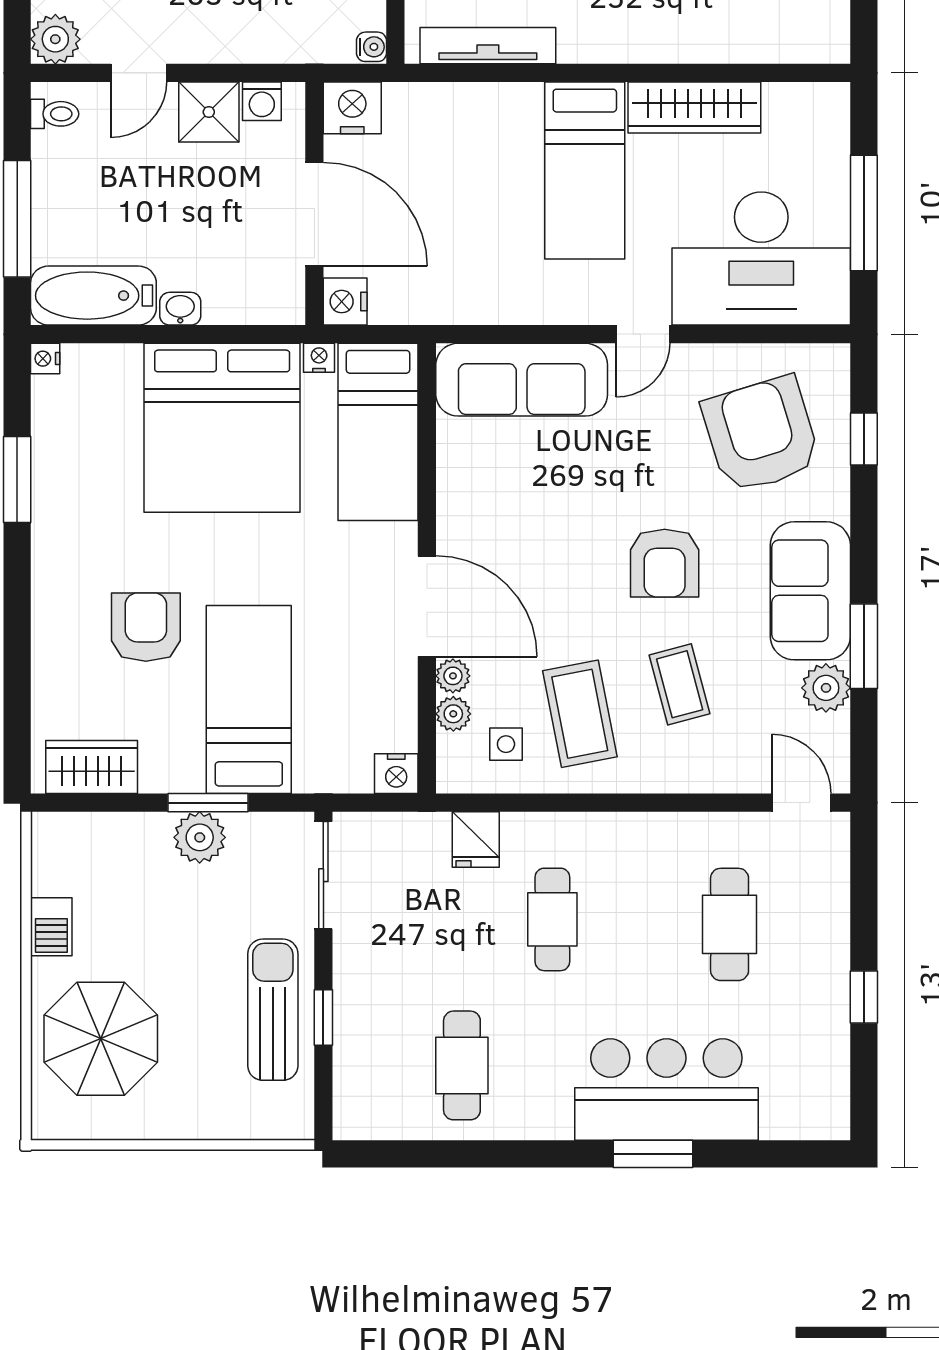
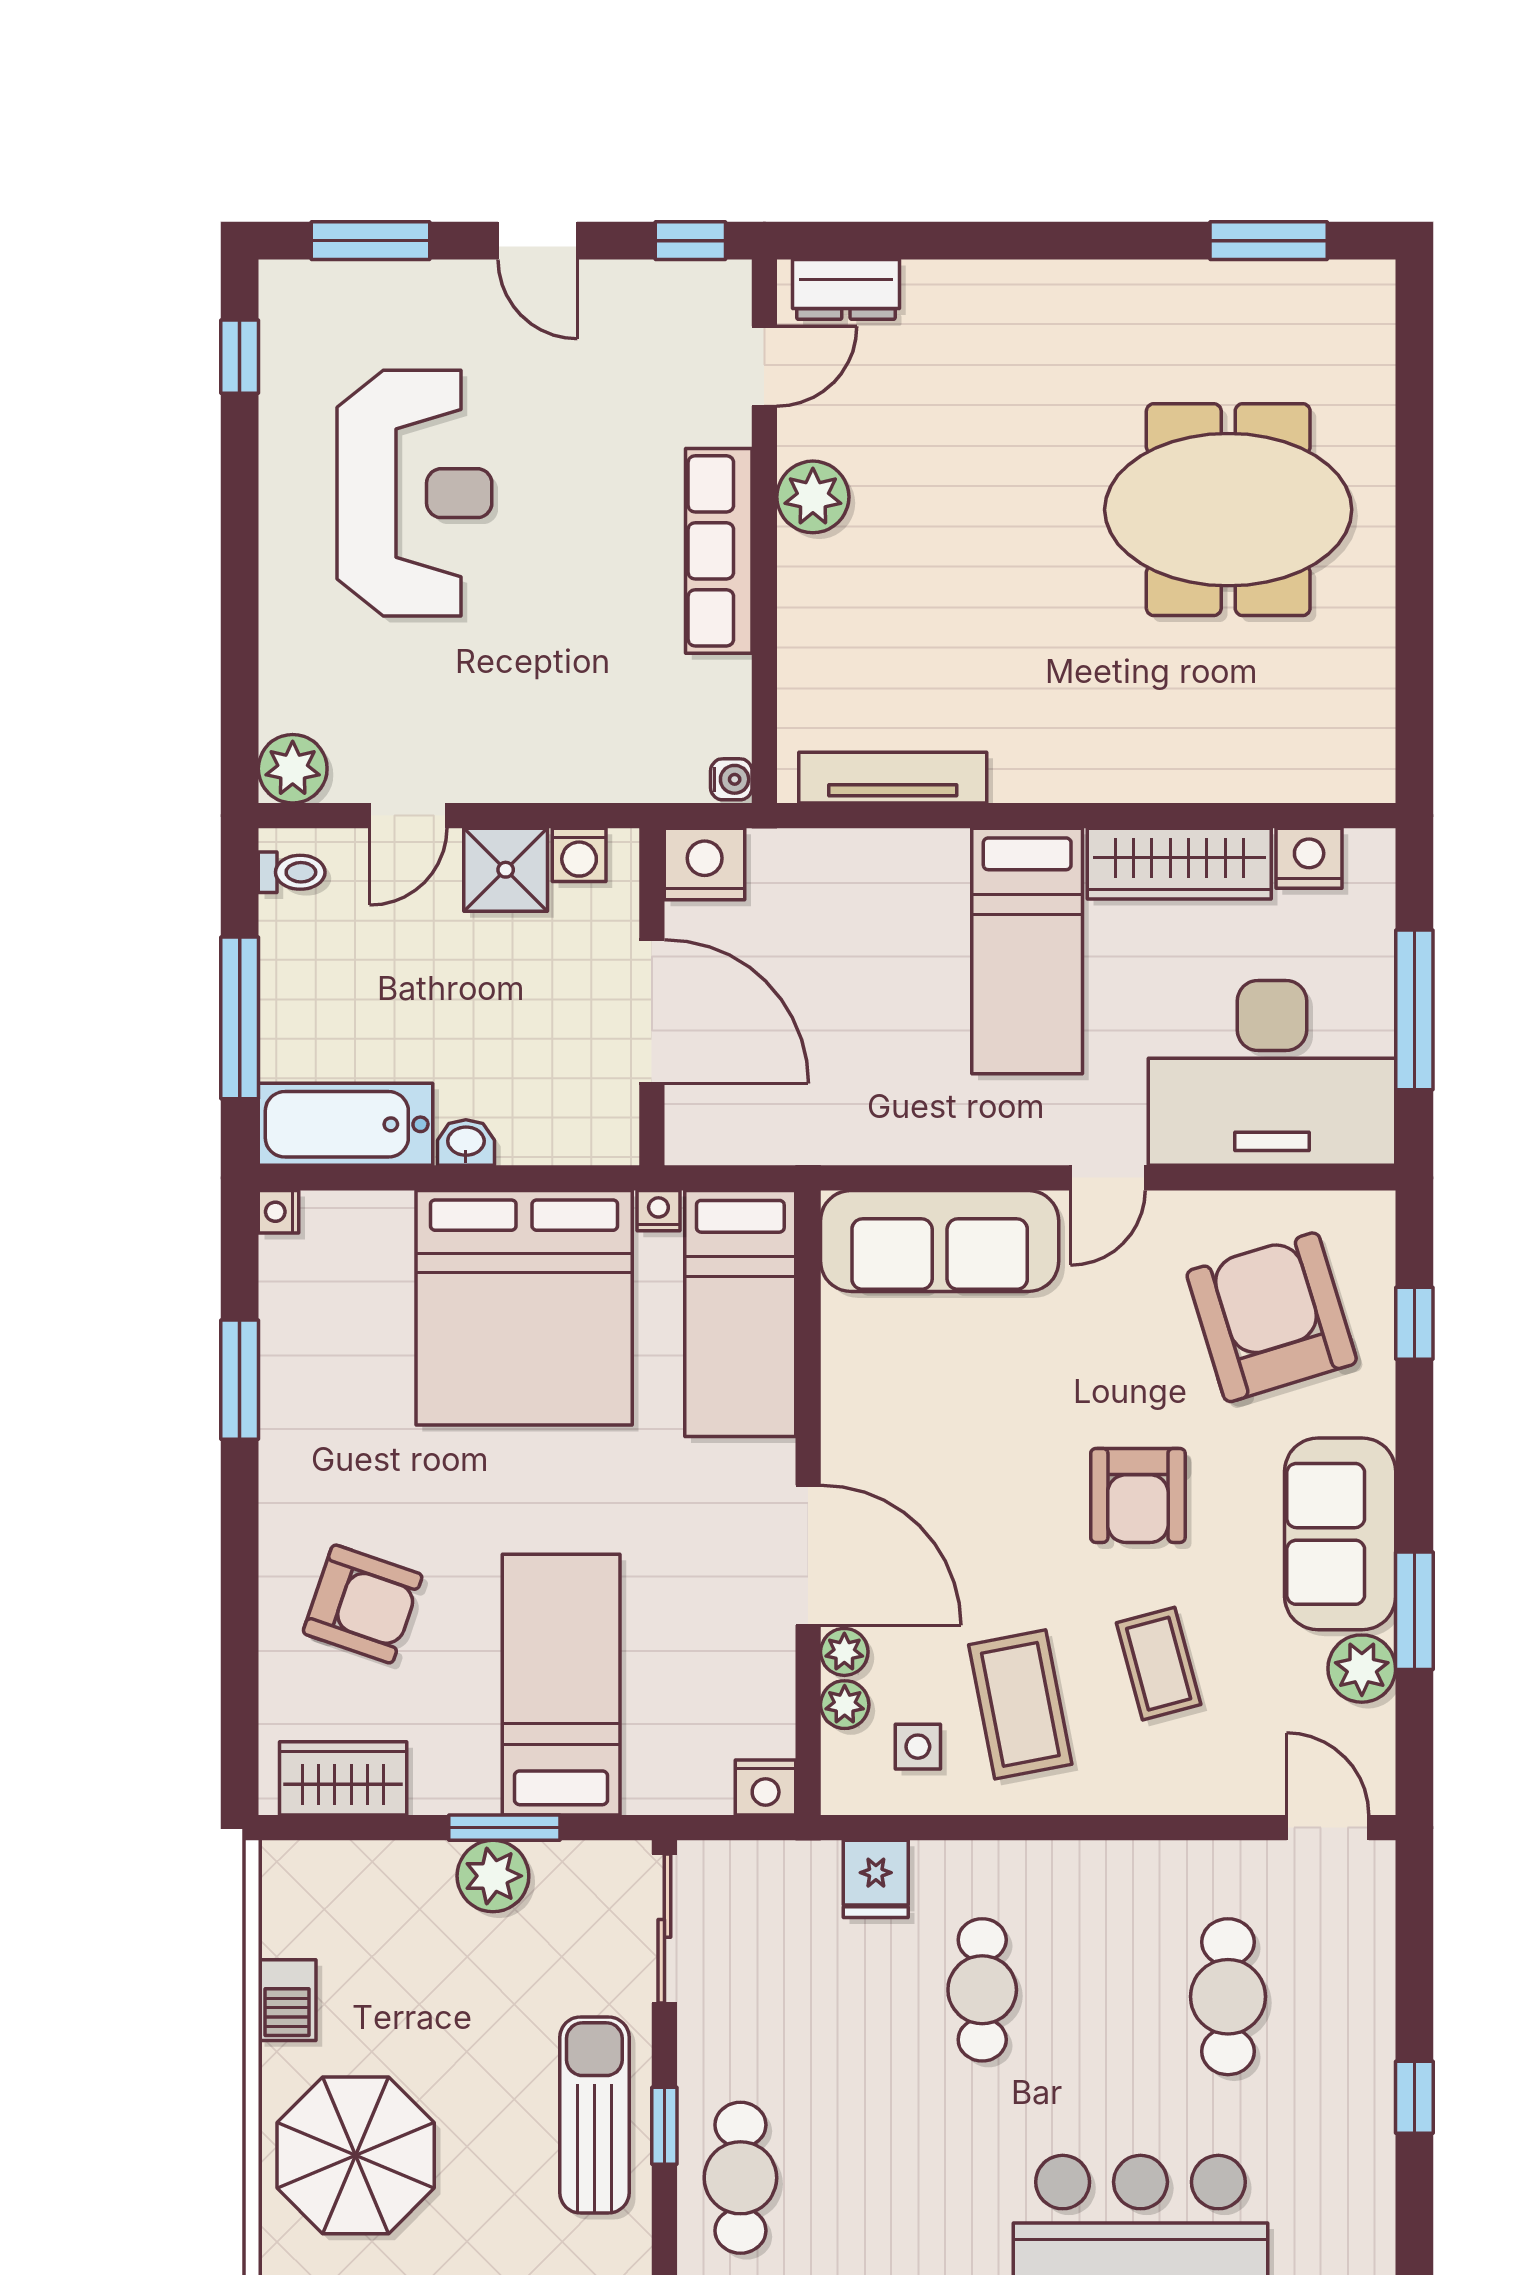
nightstand: (345, 302) -> (1309, 858), moved, turned 90
armchair: (146, 627) -> (363, 1604), moved, turned 109
cafe table: (462, 1065) -> (740, 2178), moved

